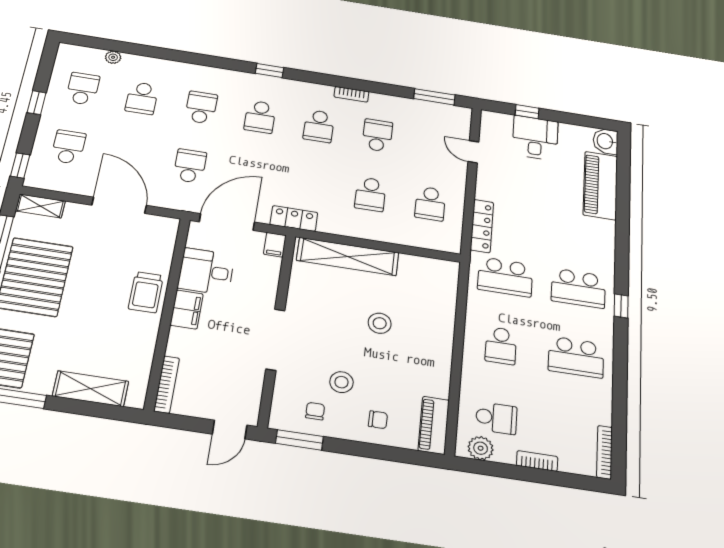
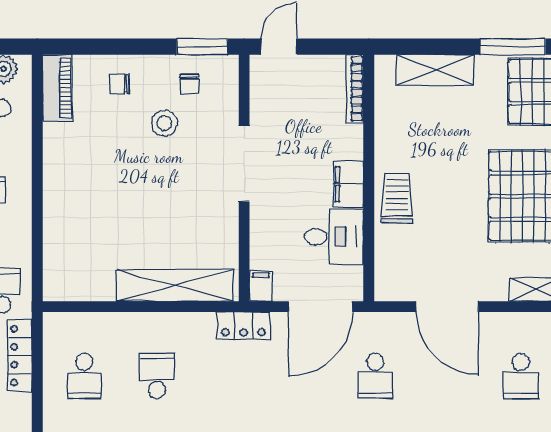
school desk: (430, 204) -> (84, 376), turned 180
stool: (380, 323) -> (129, 204), removed

